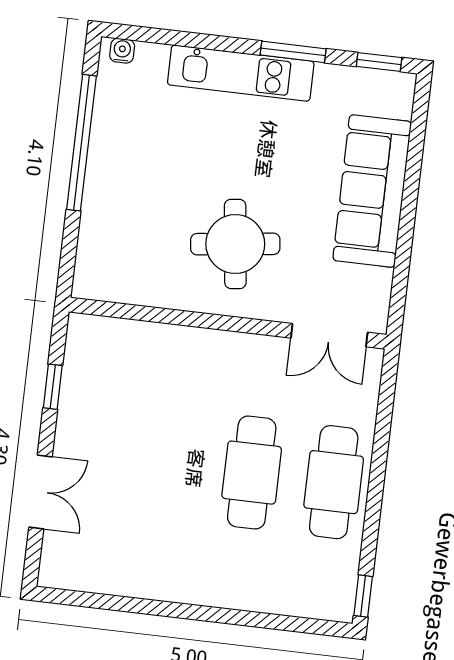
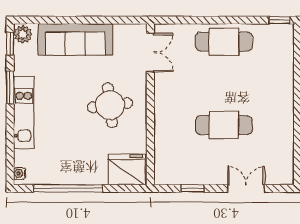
plant: (394, 89) -> (23, 34), added
fridge: (105, 262) -> (127, 169), added
cafe table: (252, 473) -> (224, 125), moved

